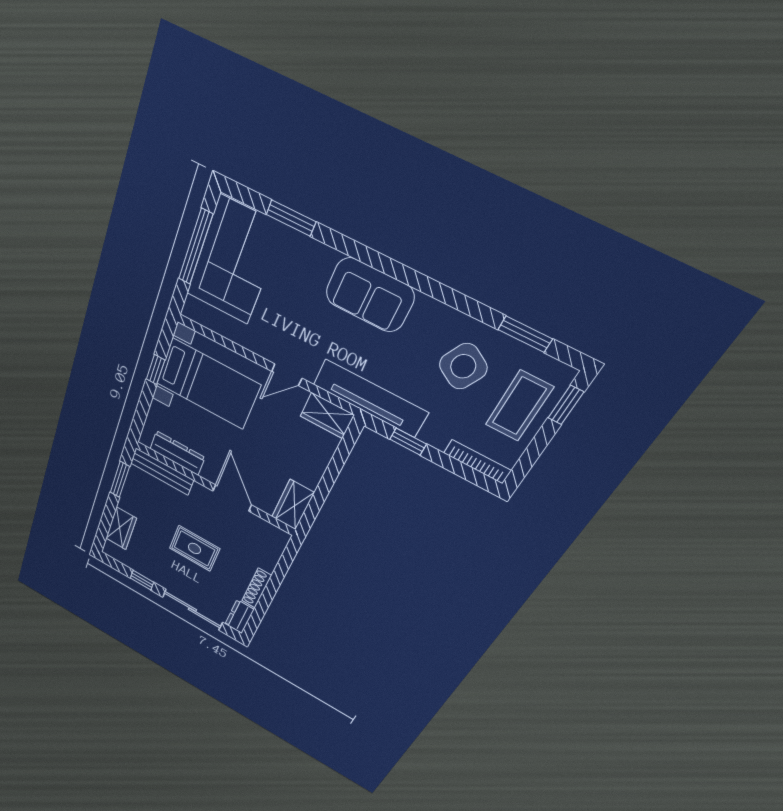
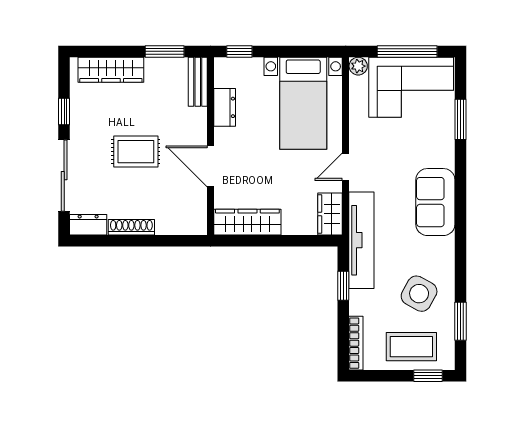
plant: (192, 309) -> (358, 66), added
window: (156, 370) -> (239, 51), moved
door: (287, 375) -> (346, 167), hinge flipped
dresser: (177, 453) -> (225, 107), width x0.70
bench: (162, 471) -> (198, 82), width x0.73
door: (232, 498) -> (210, 166), swing flipped
wardrobe: (293, 505) -> (247, 222), width x1.50
wardrobe: (121, 528) -> (111, 70), width x1.50
rug: (194, 548) -> (136, 152), turned 90

